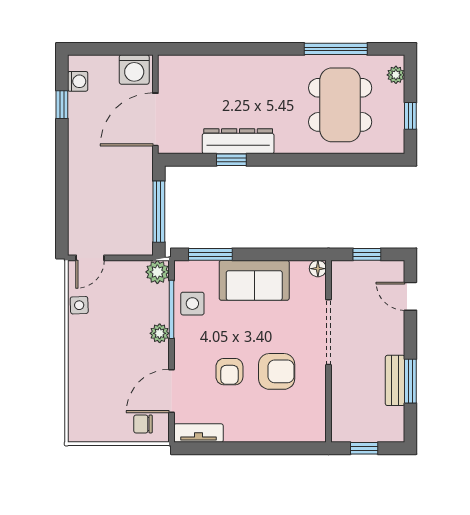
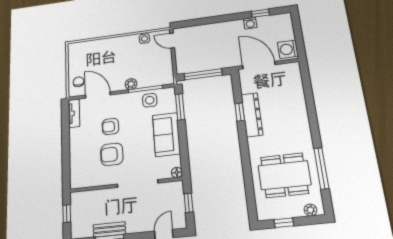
washing machine: (78, 81) -> (250, 23), moved
plant: (157, 272) -> (167, 78), removed
armchair: (277, 371) -> (112, 154), turned 90

